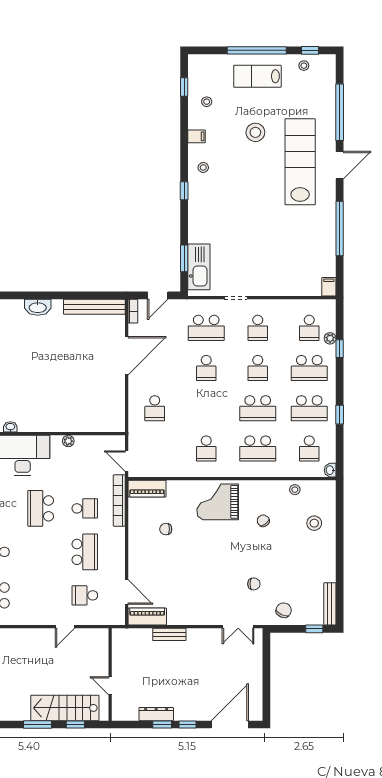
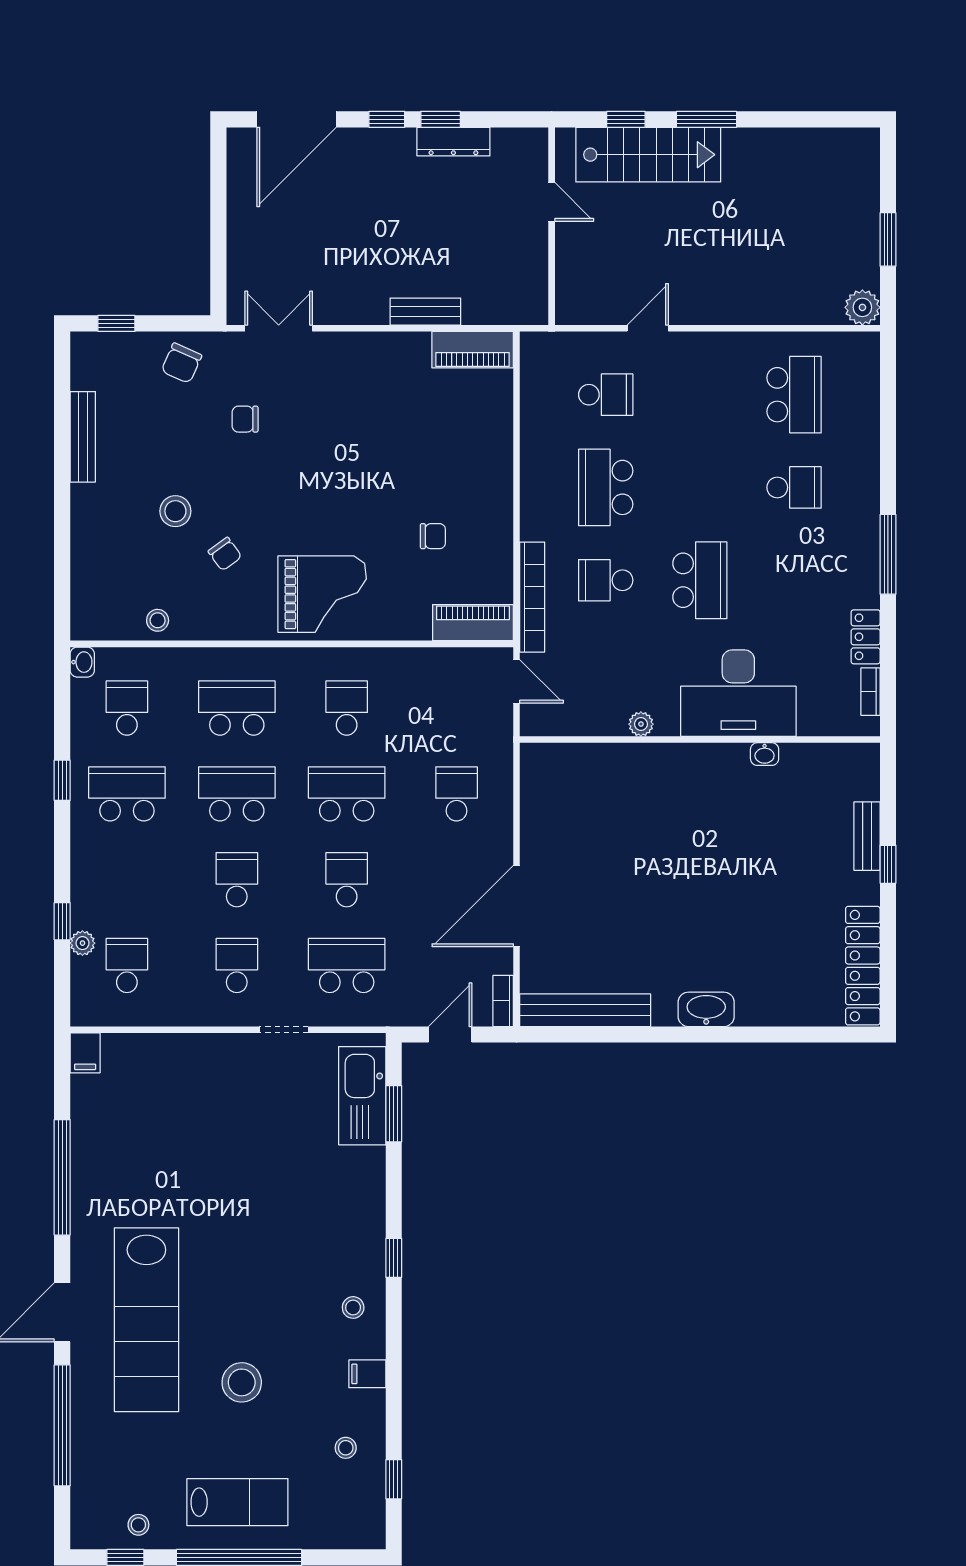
school desk: (309, 368) -> (347, 794), moved
stool: (314, 523) -> (175, 511), moved
door: (127, 592) -> (517, 402), removed
bench: (330, 604) -> (83, 437), moved

